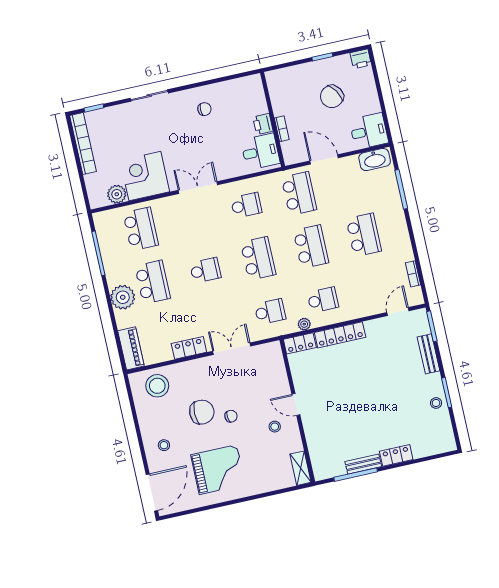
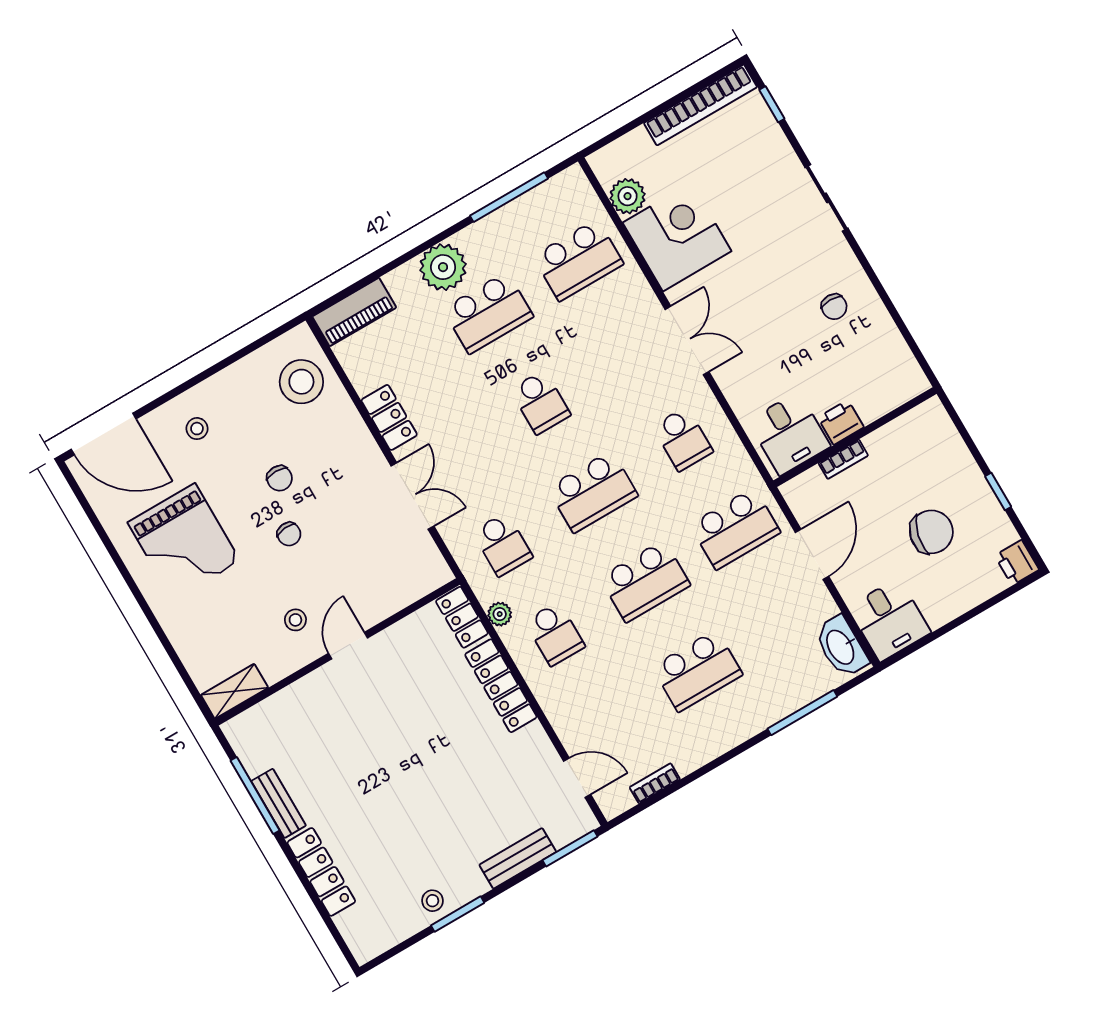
chair: (332, 96) -> (931, 532), turned 135
chair: (202, 412) -> (280, 478), width x0.54, depth x0.54
locker: (396, 455) -> (321, 872), width x1.53

